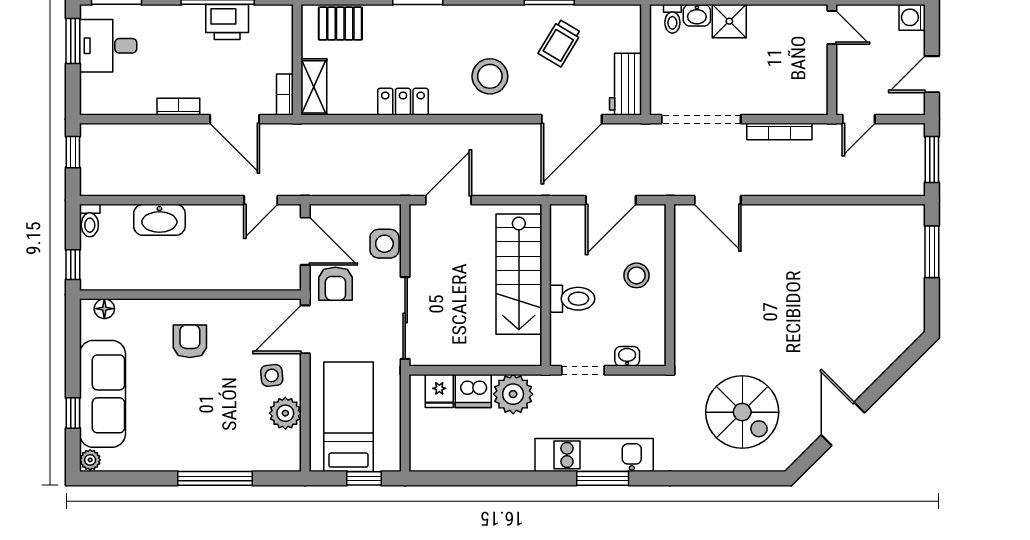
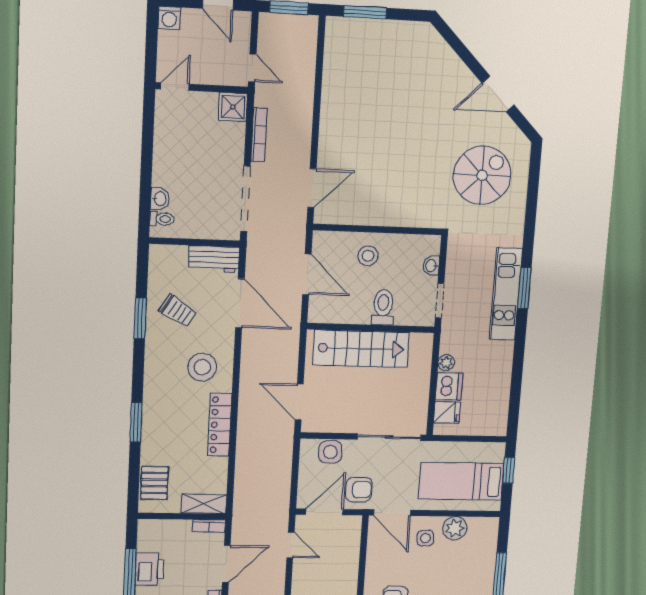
shower: (729, 21) -> (233, 107), moved
locker: (403, 102) -> (220, 425), width x1.53
plant: (513, 394) -> (446, 363), width x0.53, depth x0.53

